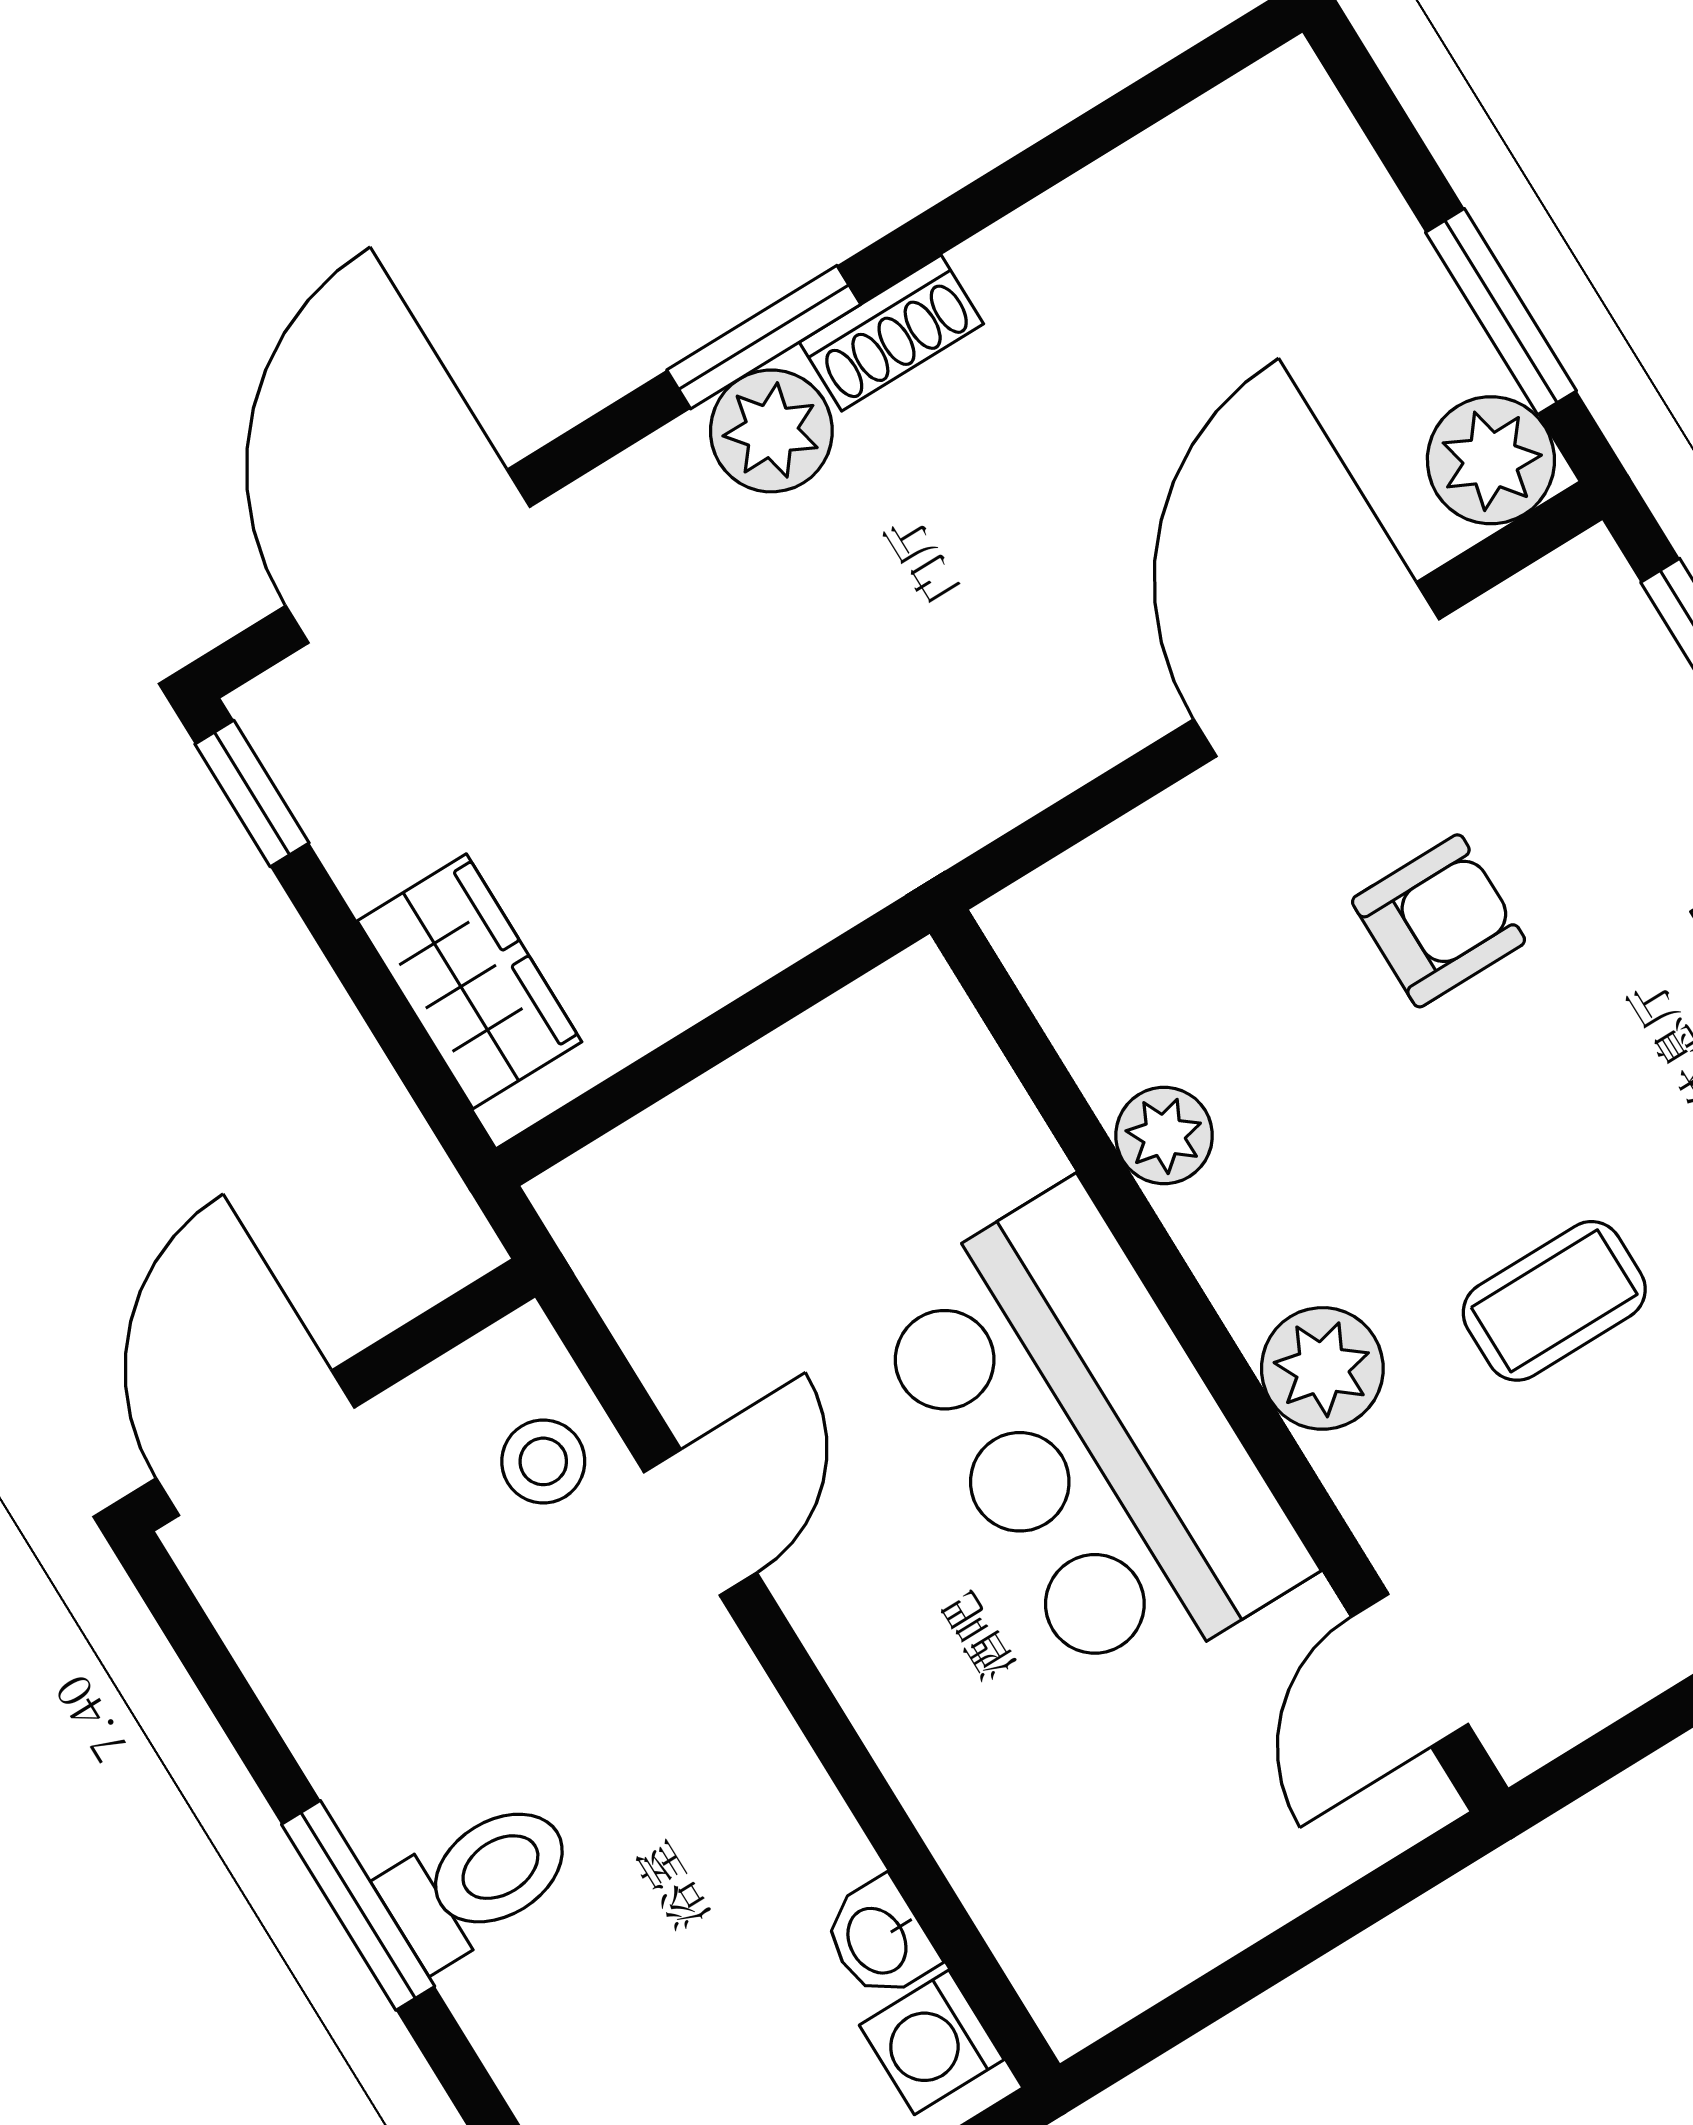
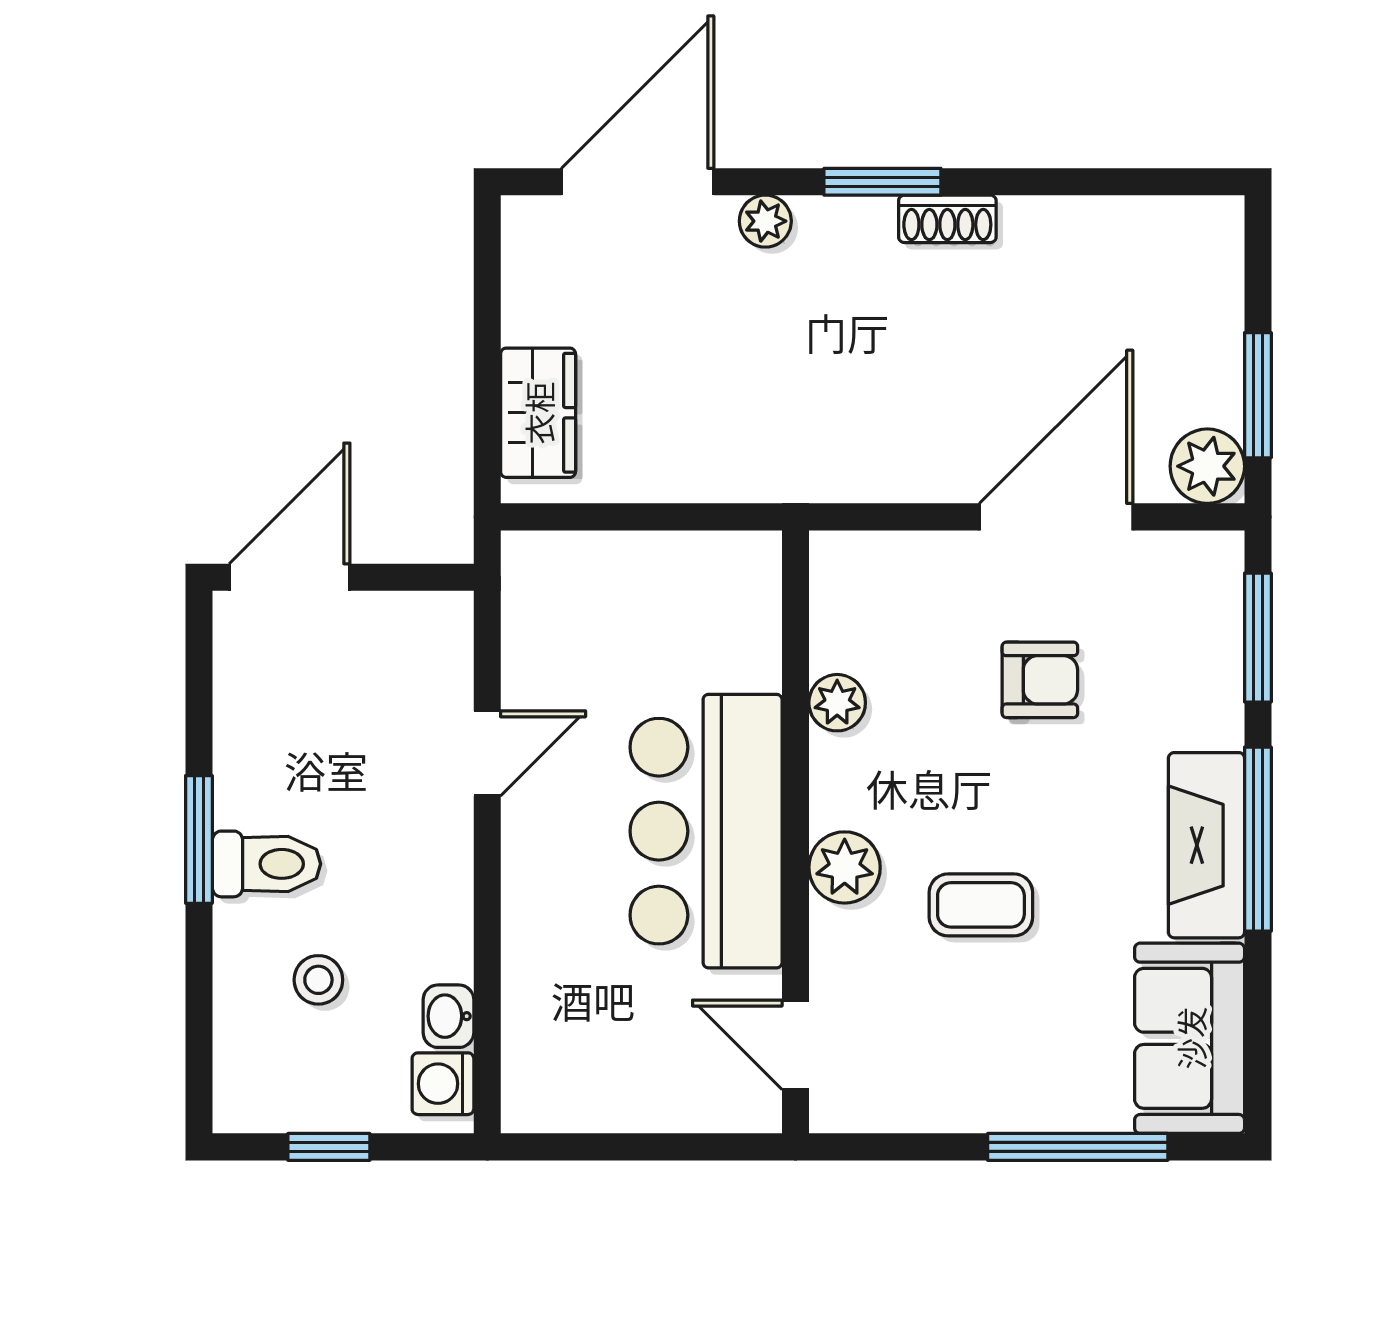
plant: (771, 431) -> (765, 221), moved, width x0.73, depth x0.73
window: (252, 794) -> (487, 252), removed
stool: (543, 1461) -> (318, 980), moved
door: (1410, 1670) -> (795, 1045), hinge flipped

